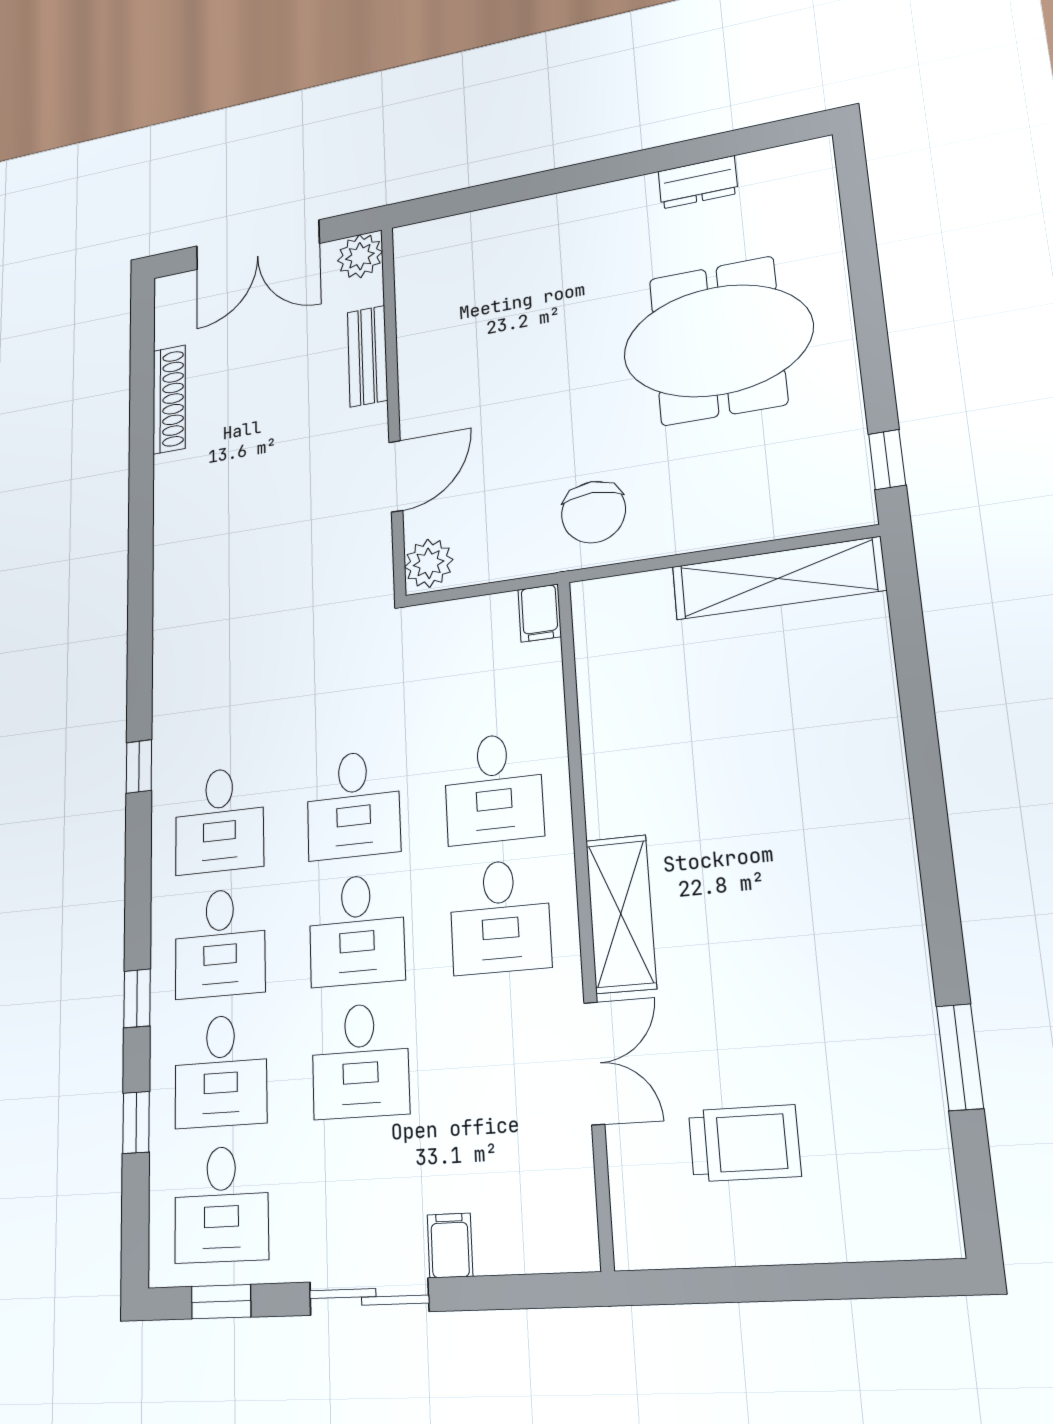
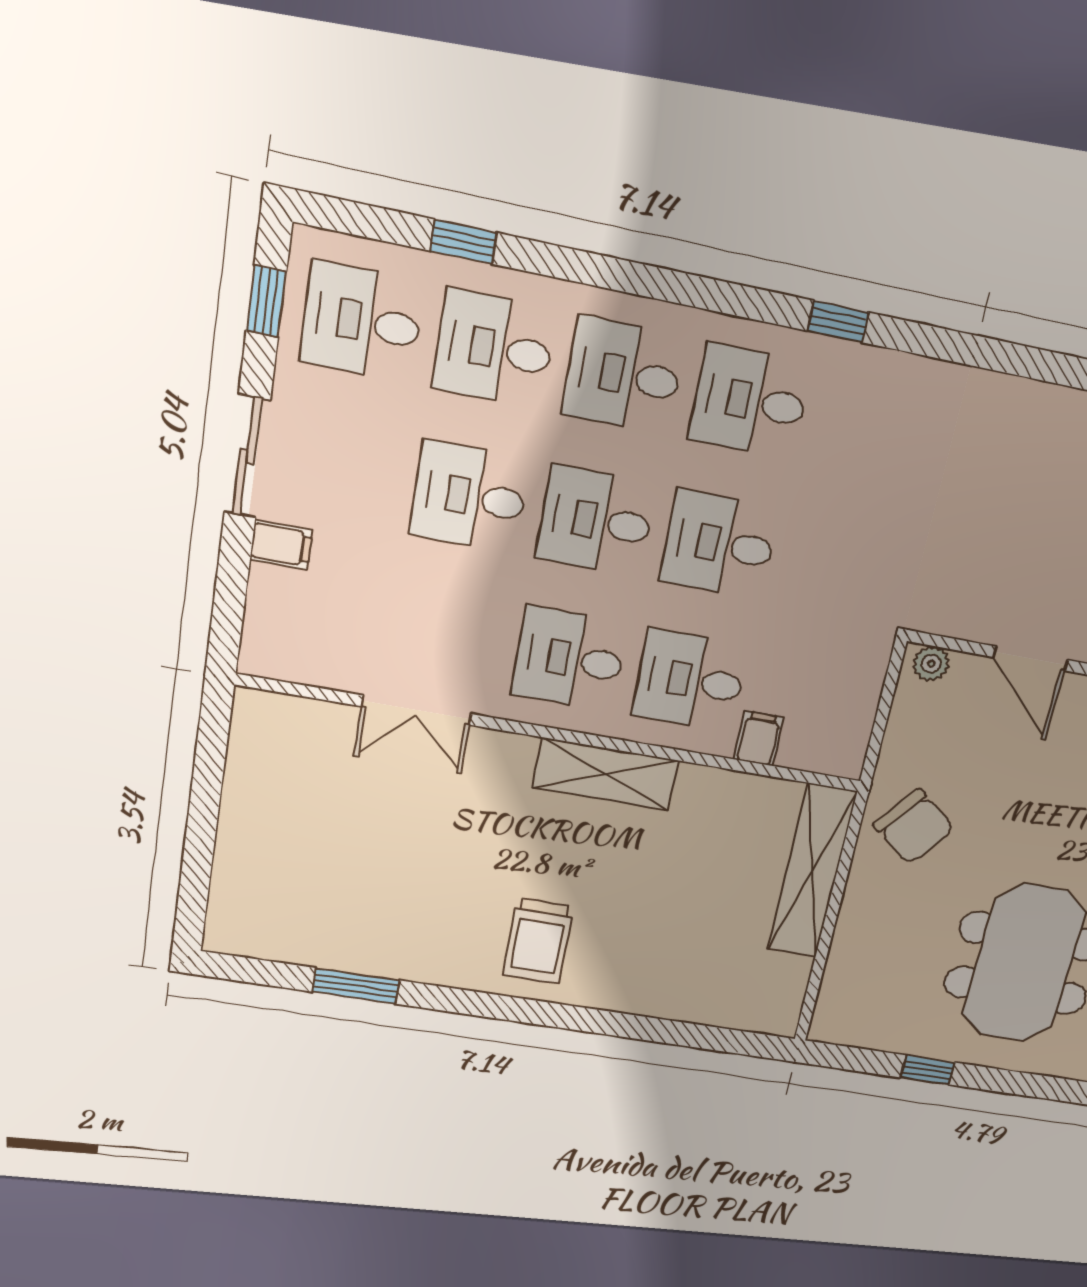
window: (887, 460) -> (928, 1070), moved
chair: (593, 512) -> (914, 827), turned -142
plant: (429, 563) -> (931, 664), width x0.73, depth x0.73
shelving: (778, 578) -> (812, 871), moved
filing cabinet: (540, 613) -> (759, 739), moved, turned 90
shelving: (621, 914) -> (605, 774), moved
window: (137, 998) -> (592, 269), removed
trolley: (744, 1143) -> (538, 941), moved

